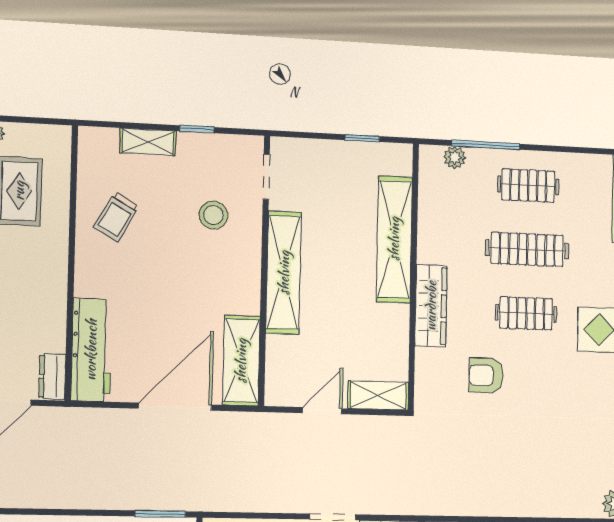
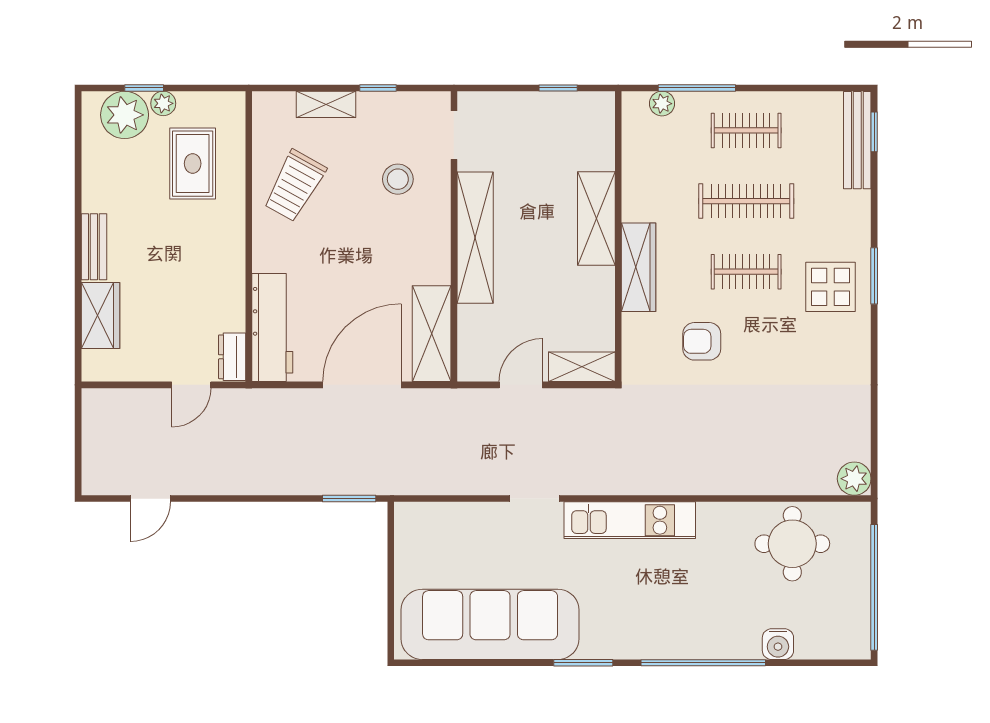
trolley: (116, 217) -> (295, 186), width x1.36, depth x1.39
shelving: (394, 239) -> (596, 218), width x0.68

